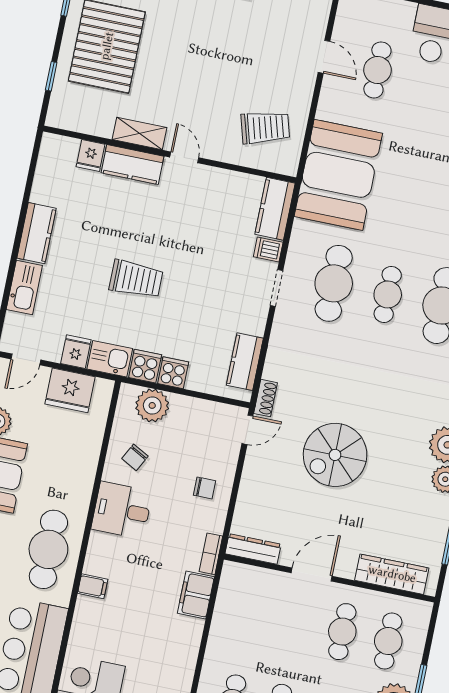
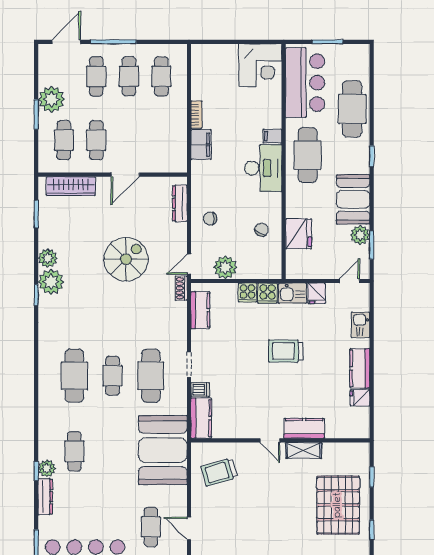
fridge: (91, 155) -> (360, 398), moved, turned -90
kitchen sink: (24, 288) -> (360, 325), width x0.73
fridge: (70, 390) -> (299, 234), moved, turned 90
plant: (152, 405) -> (225, 267), moved
desk: (122, 510) -> (263, 168), moved, width x1.37
dresser: (253, 549) -> (180, 203), moved, turned 90
bookcase: (211, 554) -> (196, 115), moved

